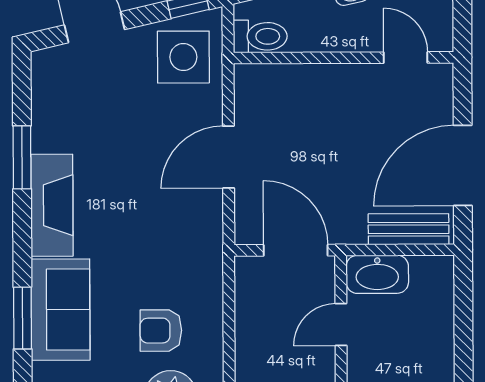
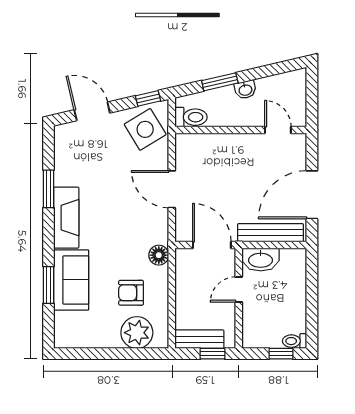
side table: (183, 57) -> (145, 129), turned -31
door: (228, 157) -> (172, 189), hinge flipped
bench: (409, 229) -> (271, 233), width x1.36
floor lamp: (207, 267) -> (159, 255), added

